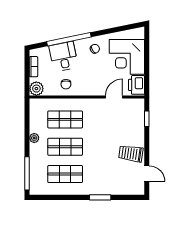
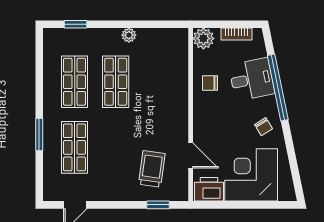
shop shelf: (65, 119) -> (75, 147), moved
trolley: (131, 154) -> (152, 169), moved
window: (27, 173) -> (76, 24), width x0.46

